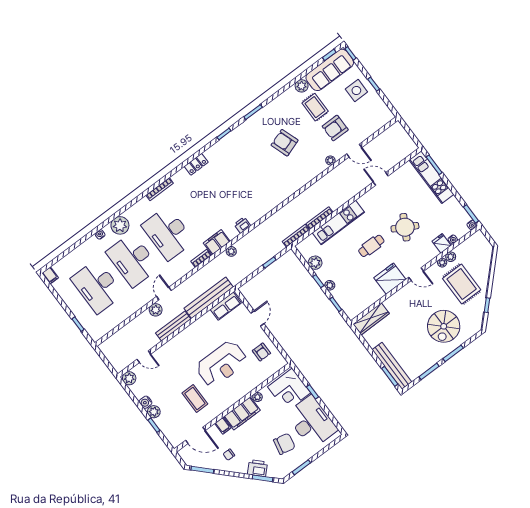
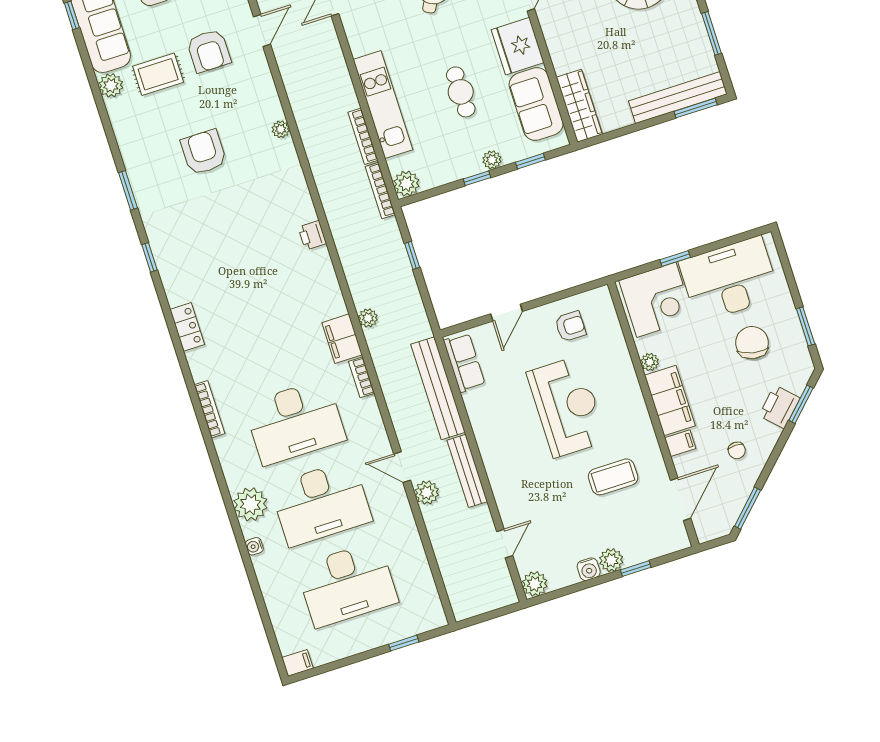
armchair: (285, 143) -> (204, 152), turned 109
plant: (330, 160) -> (281, 129), moved
printer: (242, 225) -> (312, 235), moved
cafe table: (371, 246) -> (461, 92), moved
plant: (315, 263) -> (406, 184), moved
sofa: (365, 297) -> (536, 104), added
door: (257, 318) -> (507, 313), swing flipped

